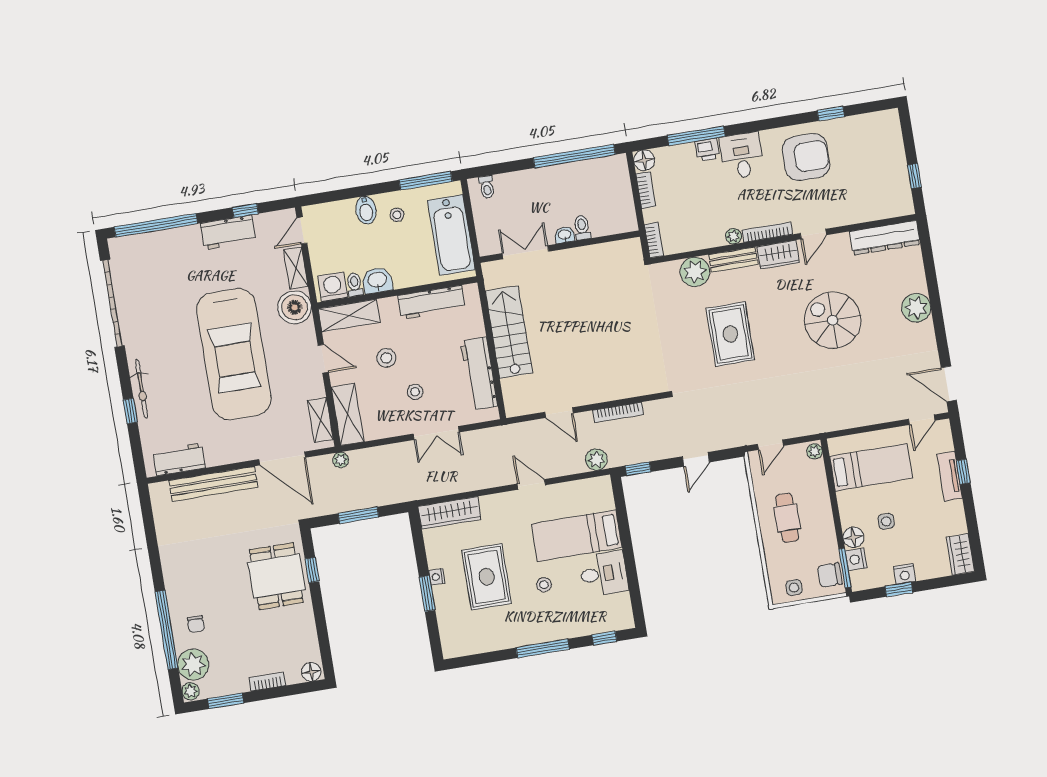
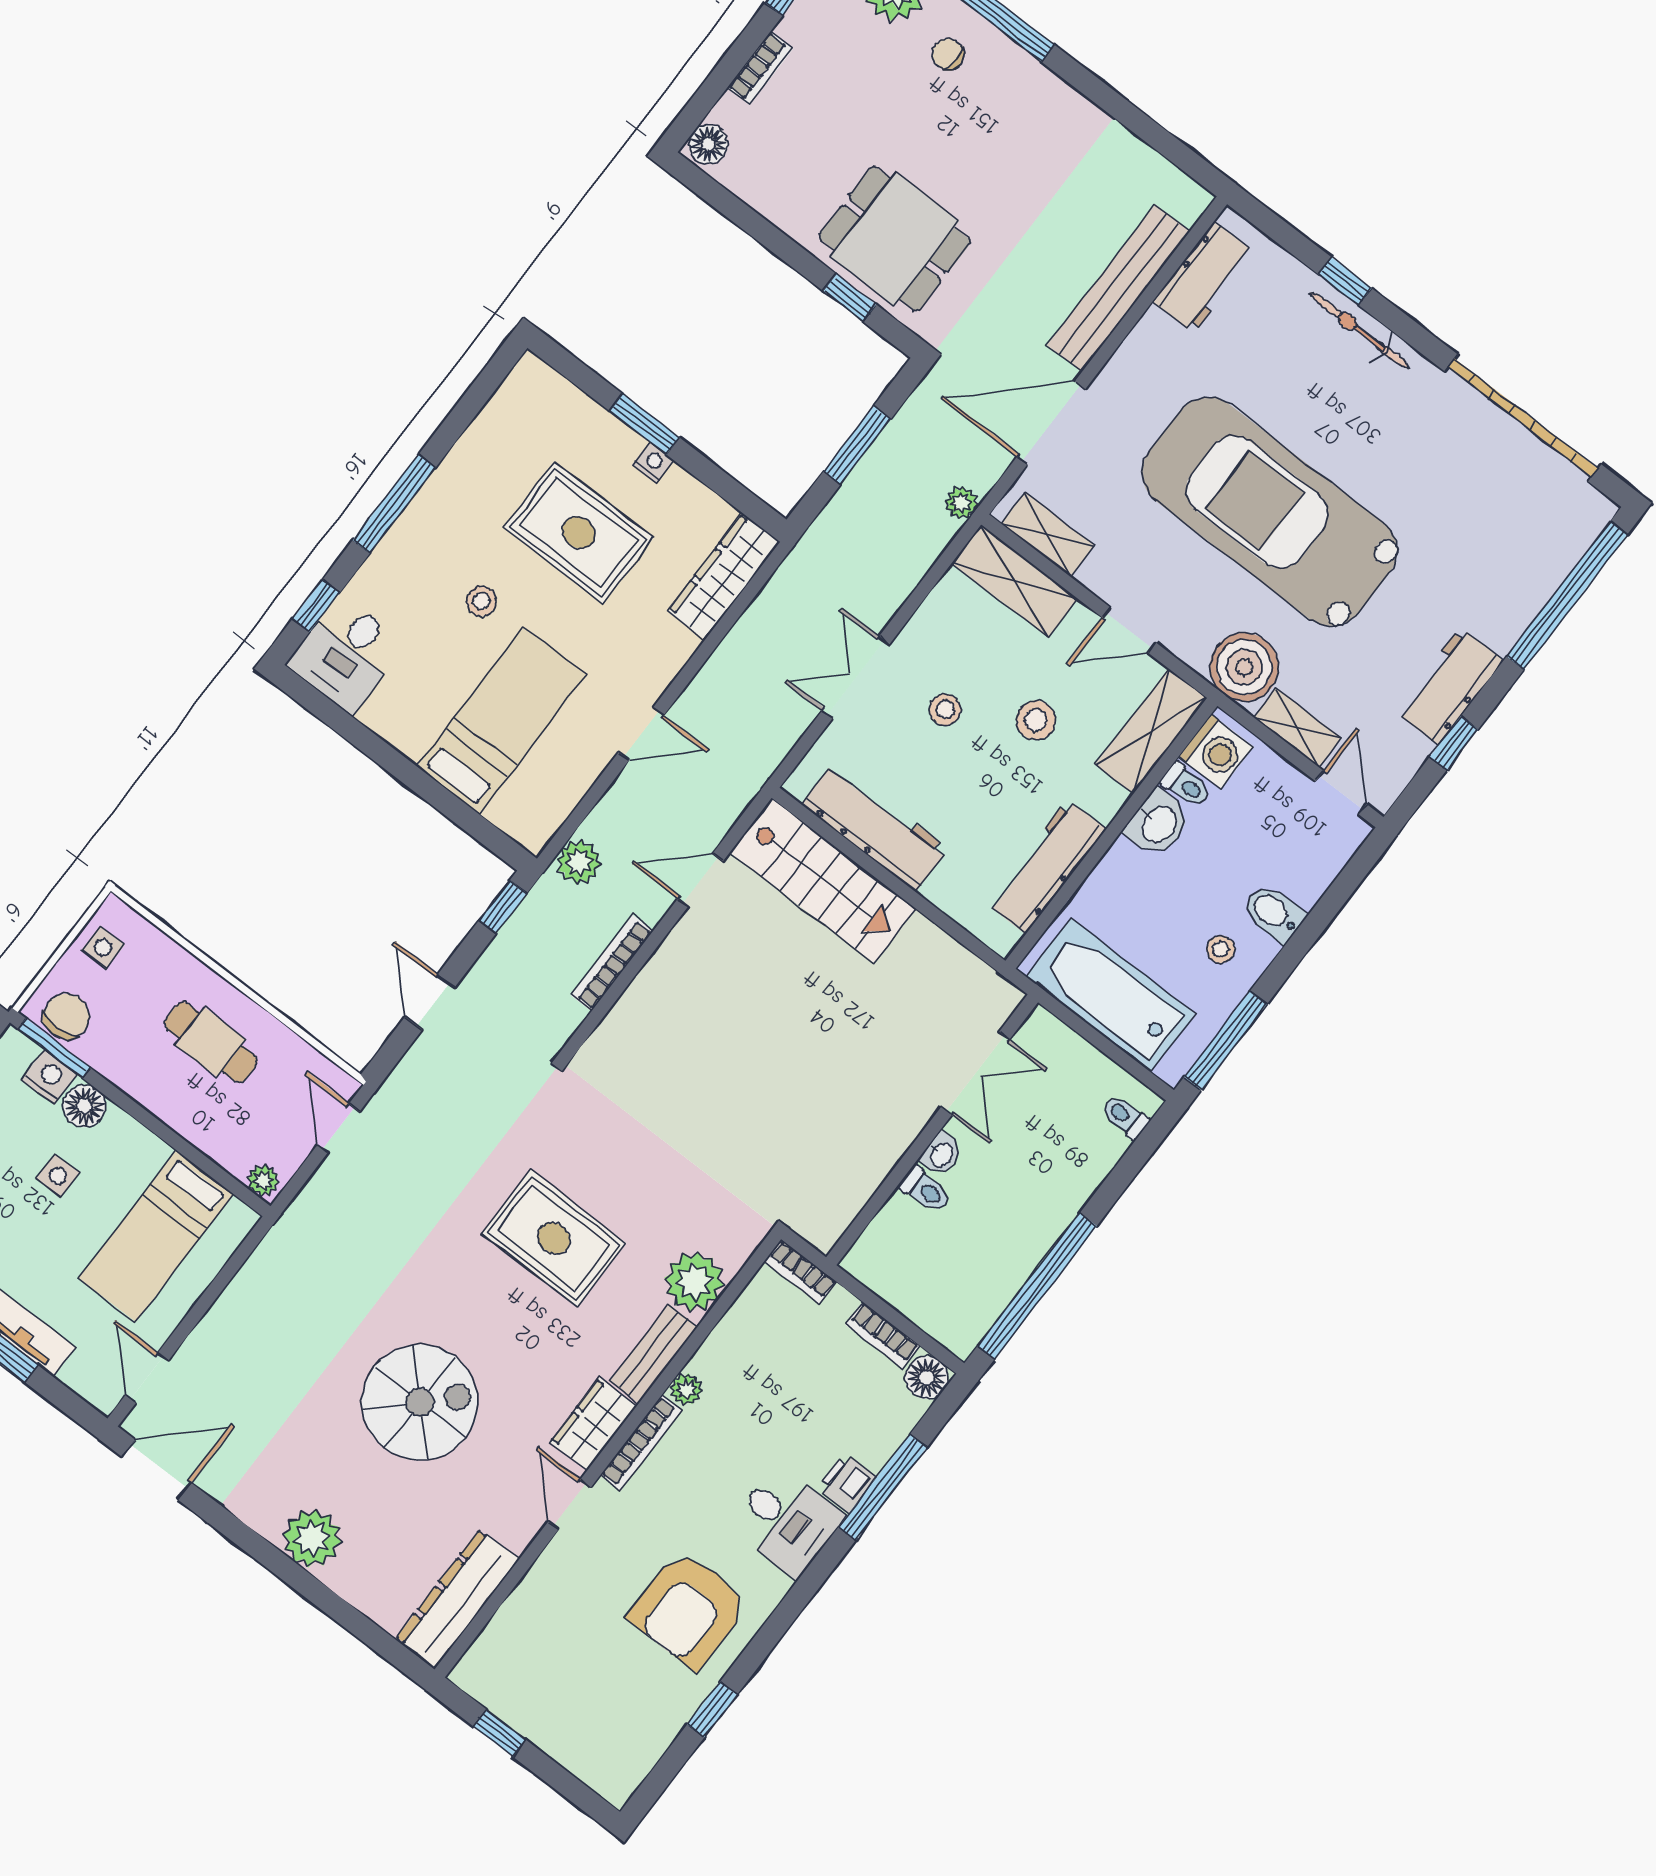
stairs: (509, 332) -> (823, 880), moved
desk: (604, 574) -> (346, 654), moved

